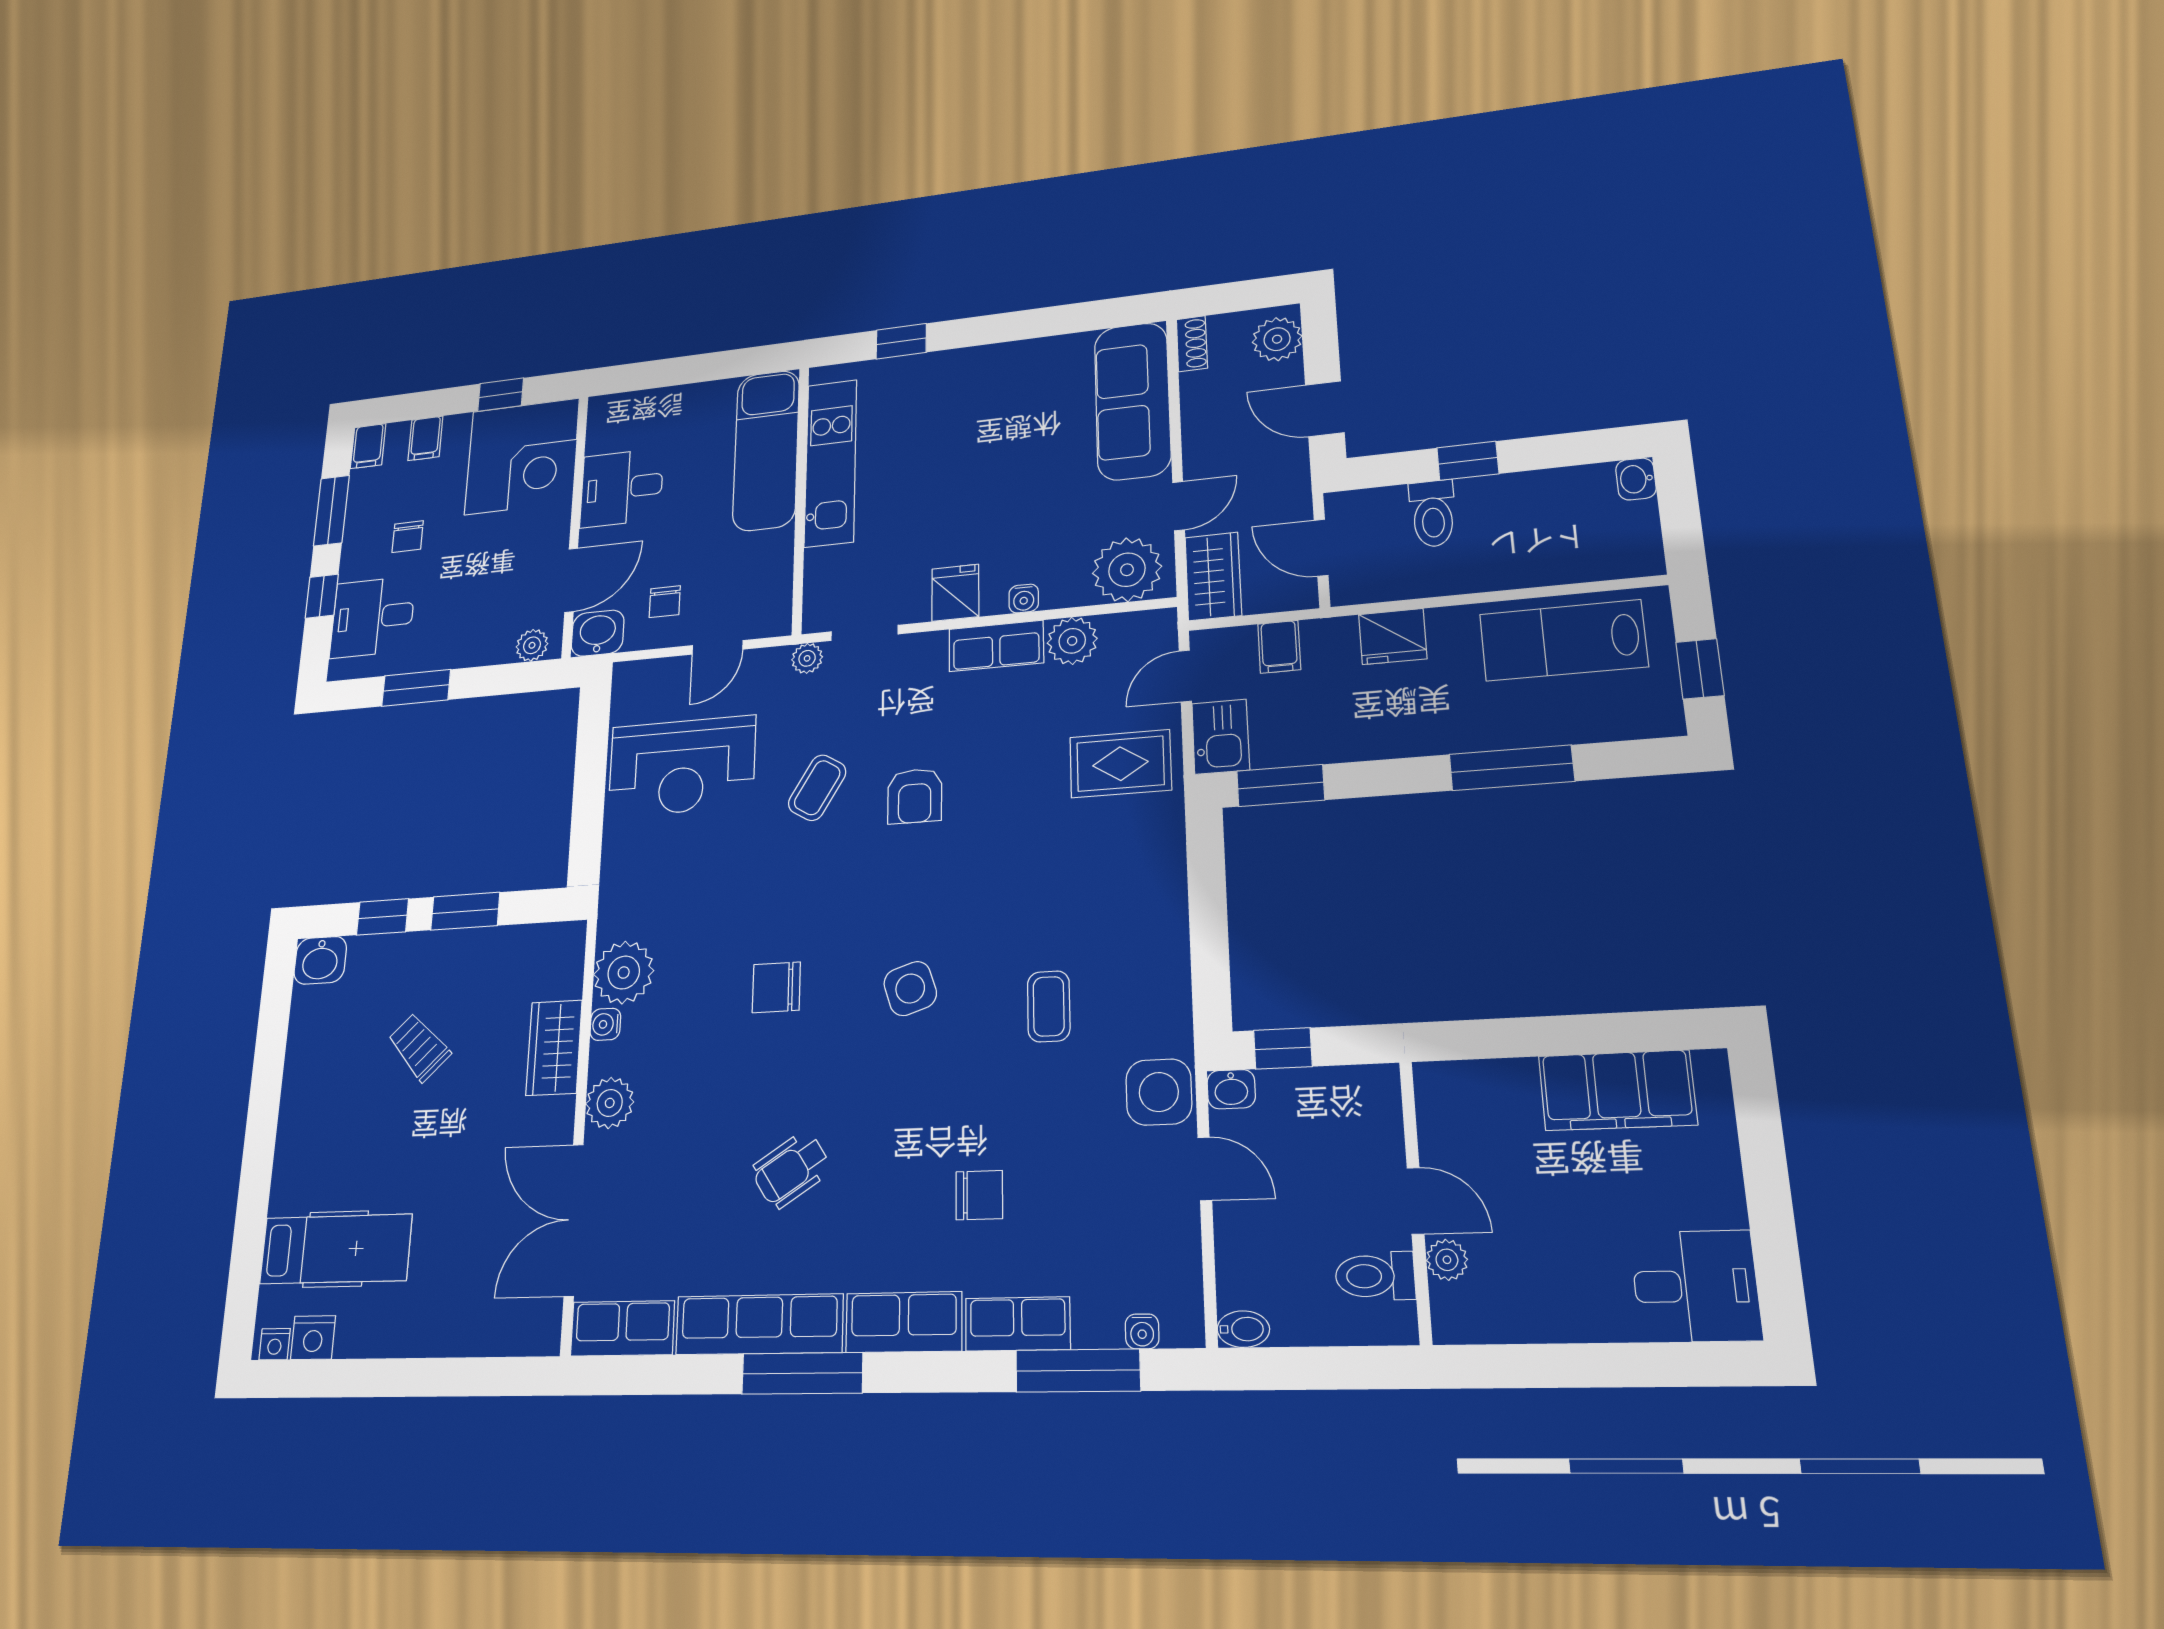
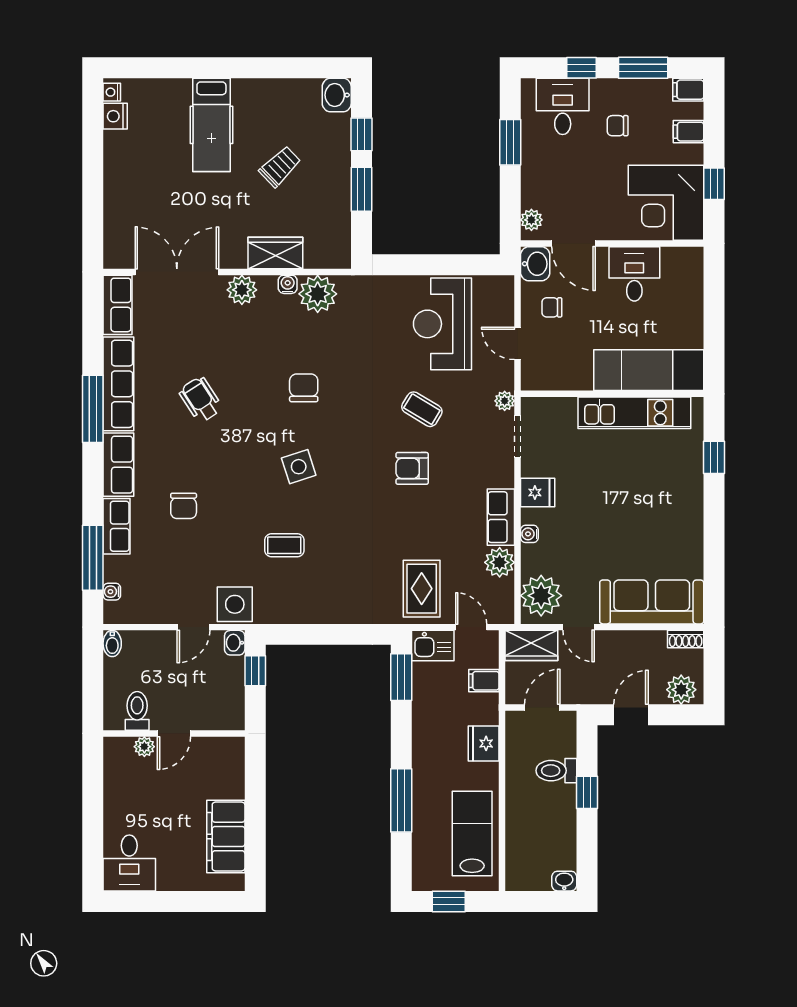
hospital bed: (336, 1249) -> (211, 125), moved

